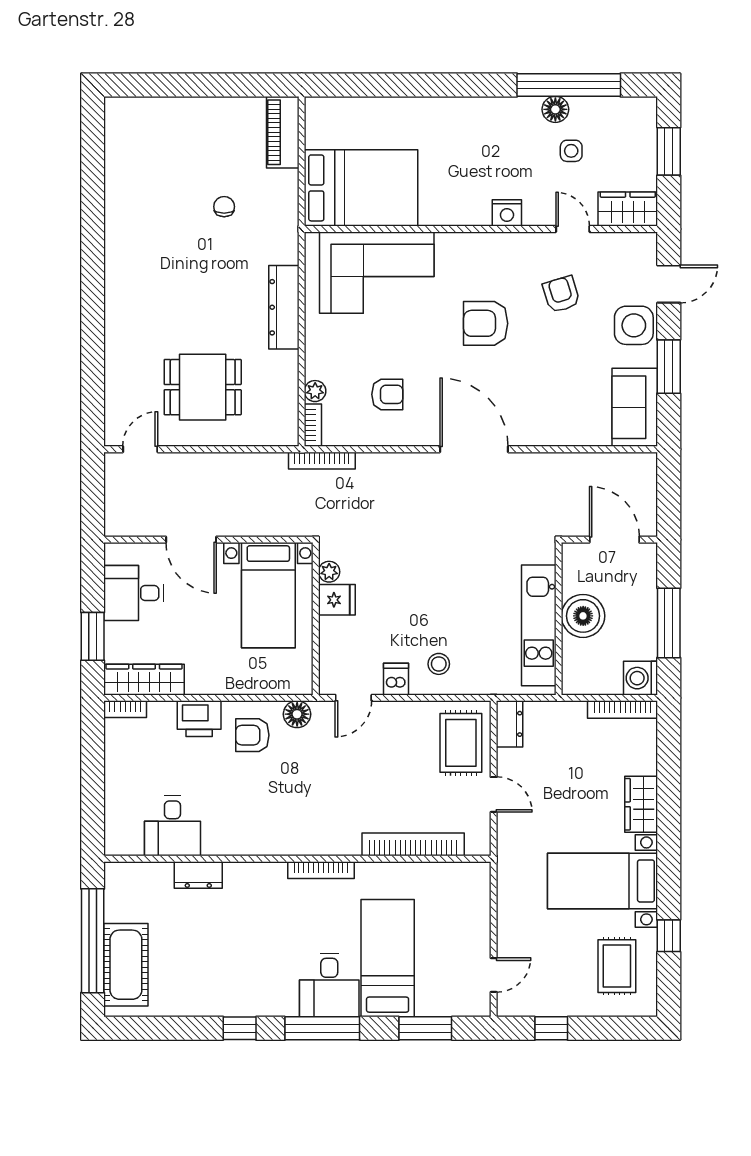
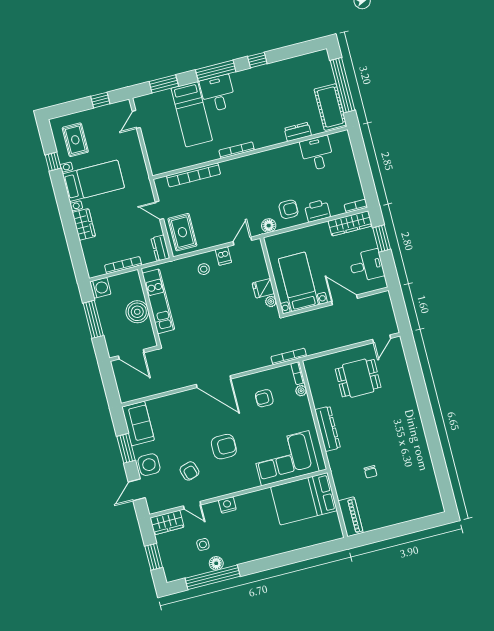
bookcase: (623, 710) -> (123, 265), moved
cot: (126, 965) -> (330, 107), moved

